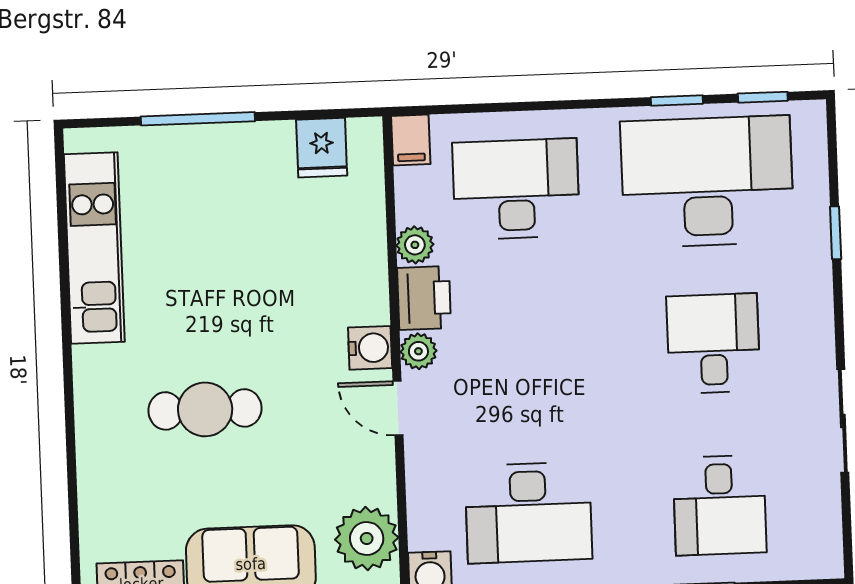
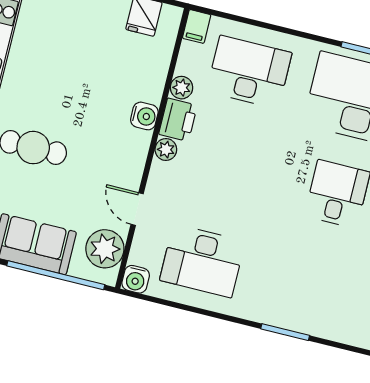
water cooler: (370, 348) -> (144, 116), moved
door: (398, 408) -> (137, 209), moved
desk: (720, 505) -> (314, 288), removed

